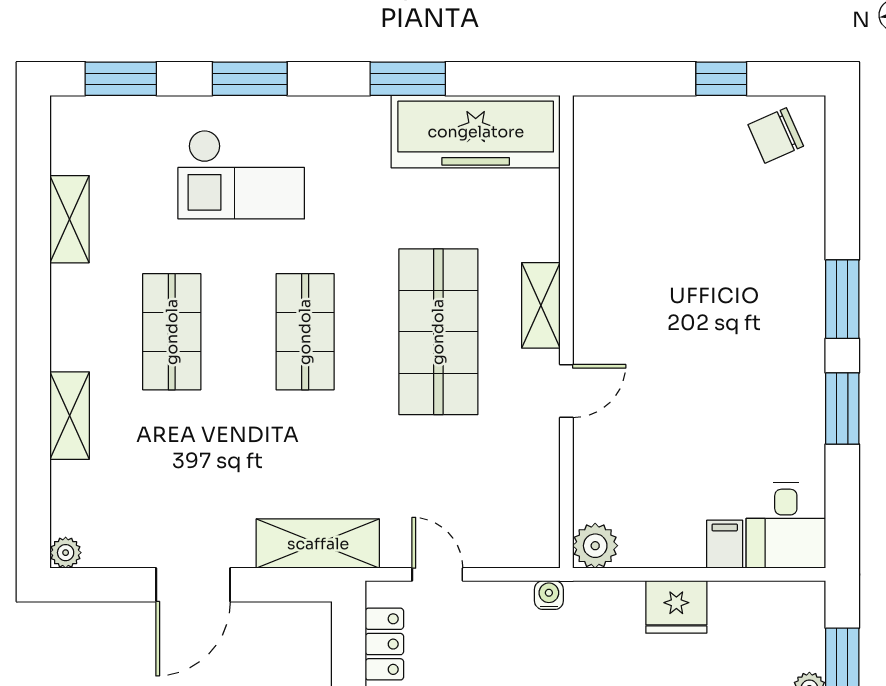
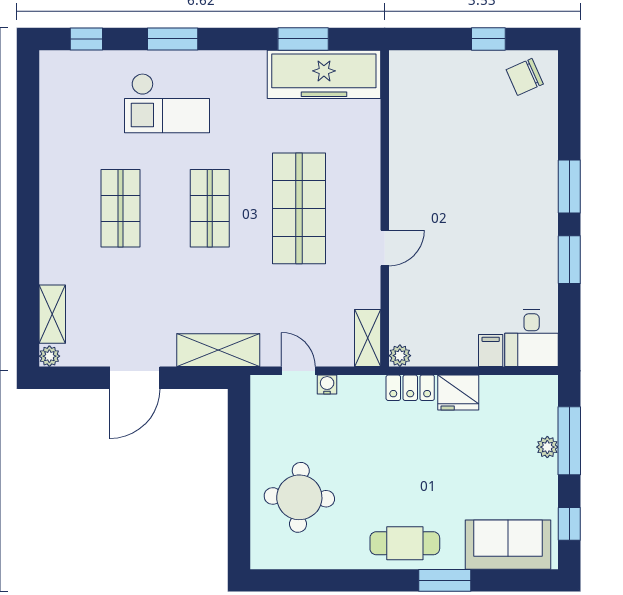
window: (121, 79) -> (86, 39), width x0.67
window: (408, 79) -> (303, 39), moved
shelving: (70, 219) -> (52, 133), removed
shelving: (541, 305) -> (368, 338), moved
shelving: (70, 416) -> (52, 314), moved
plant: (595, 546) -> (400, 356), width x0.73, depth x0.73
water cooler: (549, 595) -> (327, 385), moved
locker: (384, 644) -> (410, 388), moved, turned 90

